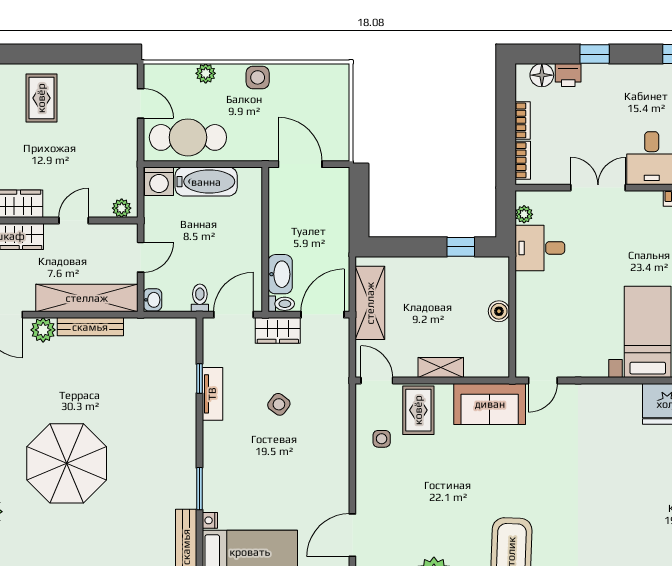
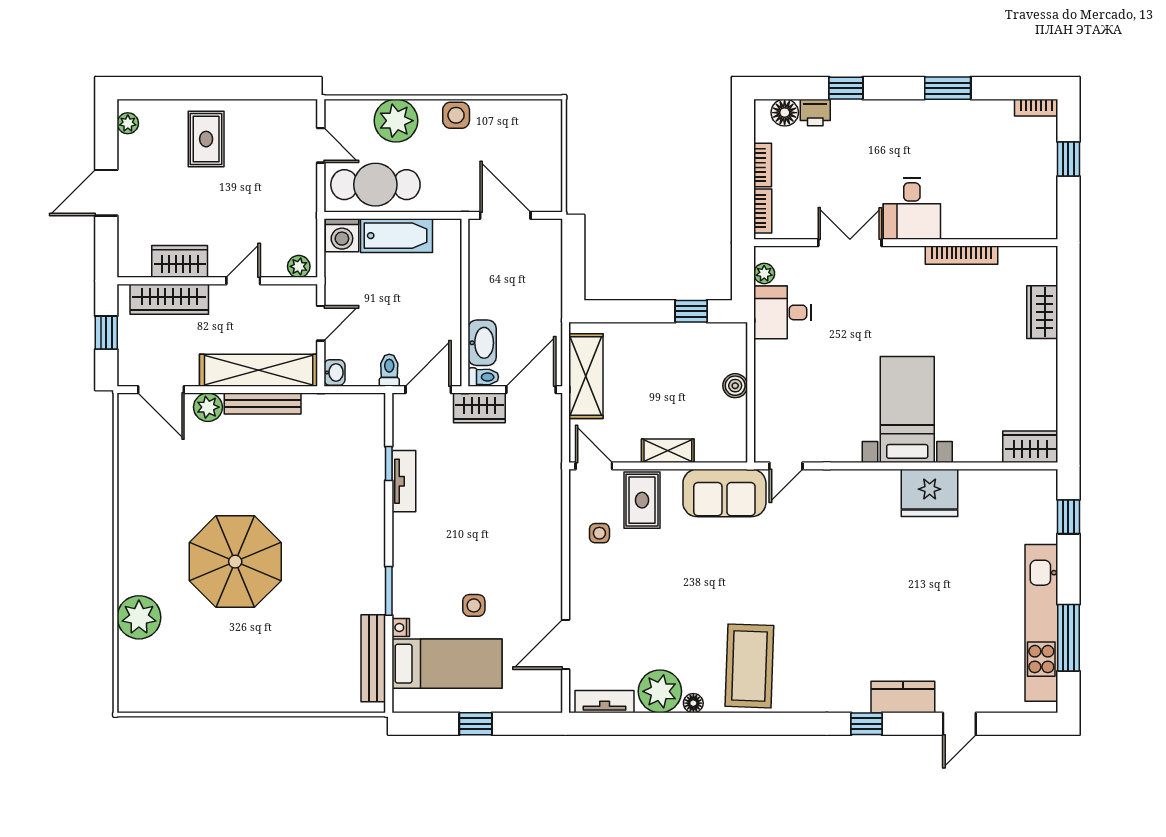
plant: (206, 73) -> (396, 121), width x1.88, depth x1.88
side table: (279, 404) -> (474, 605), moved, turned -37

